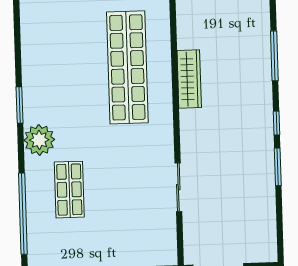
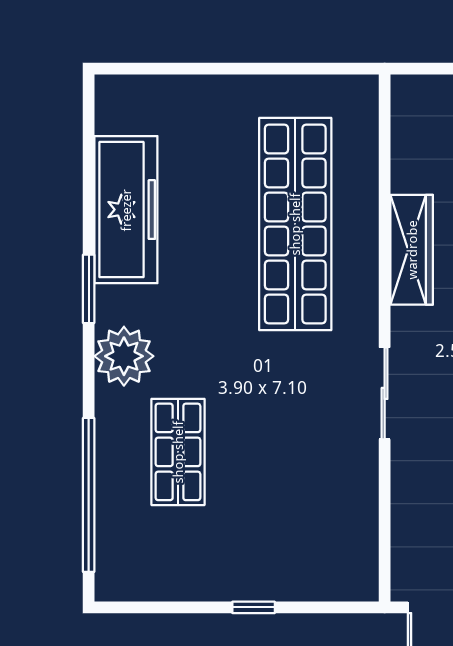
freezer: (38, 63) -> (126, 210), added
sliding door: (178, 187) -> (385, 393), moved

